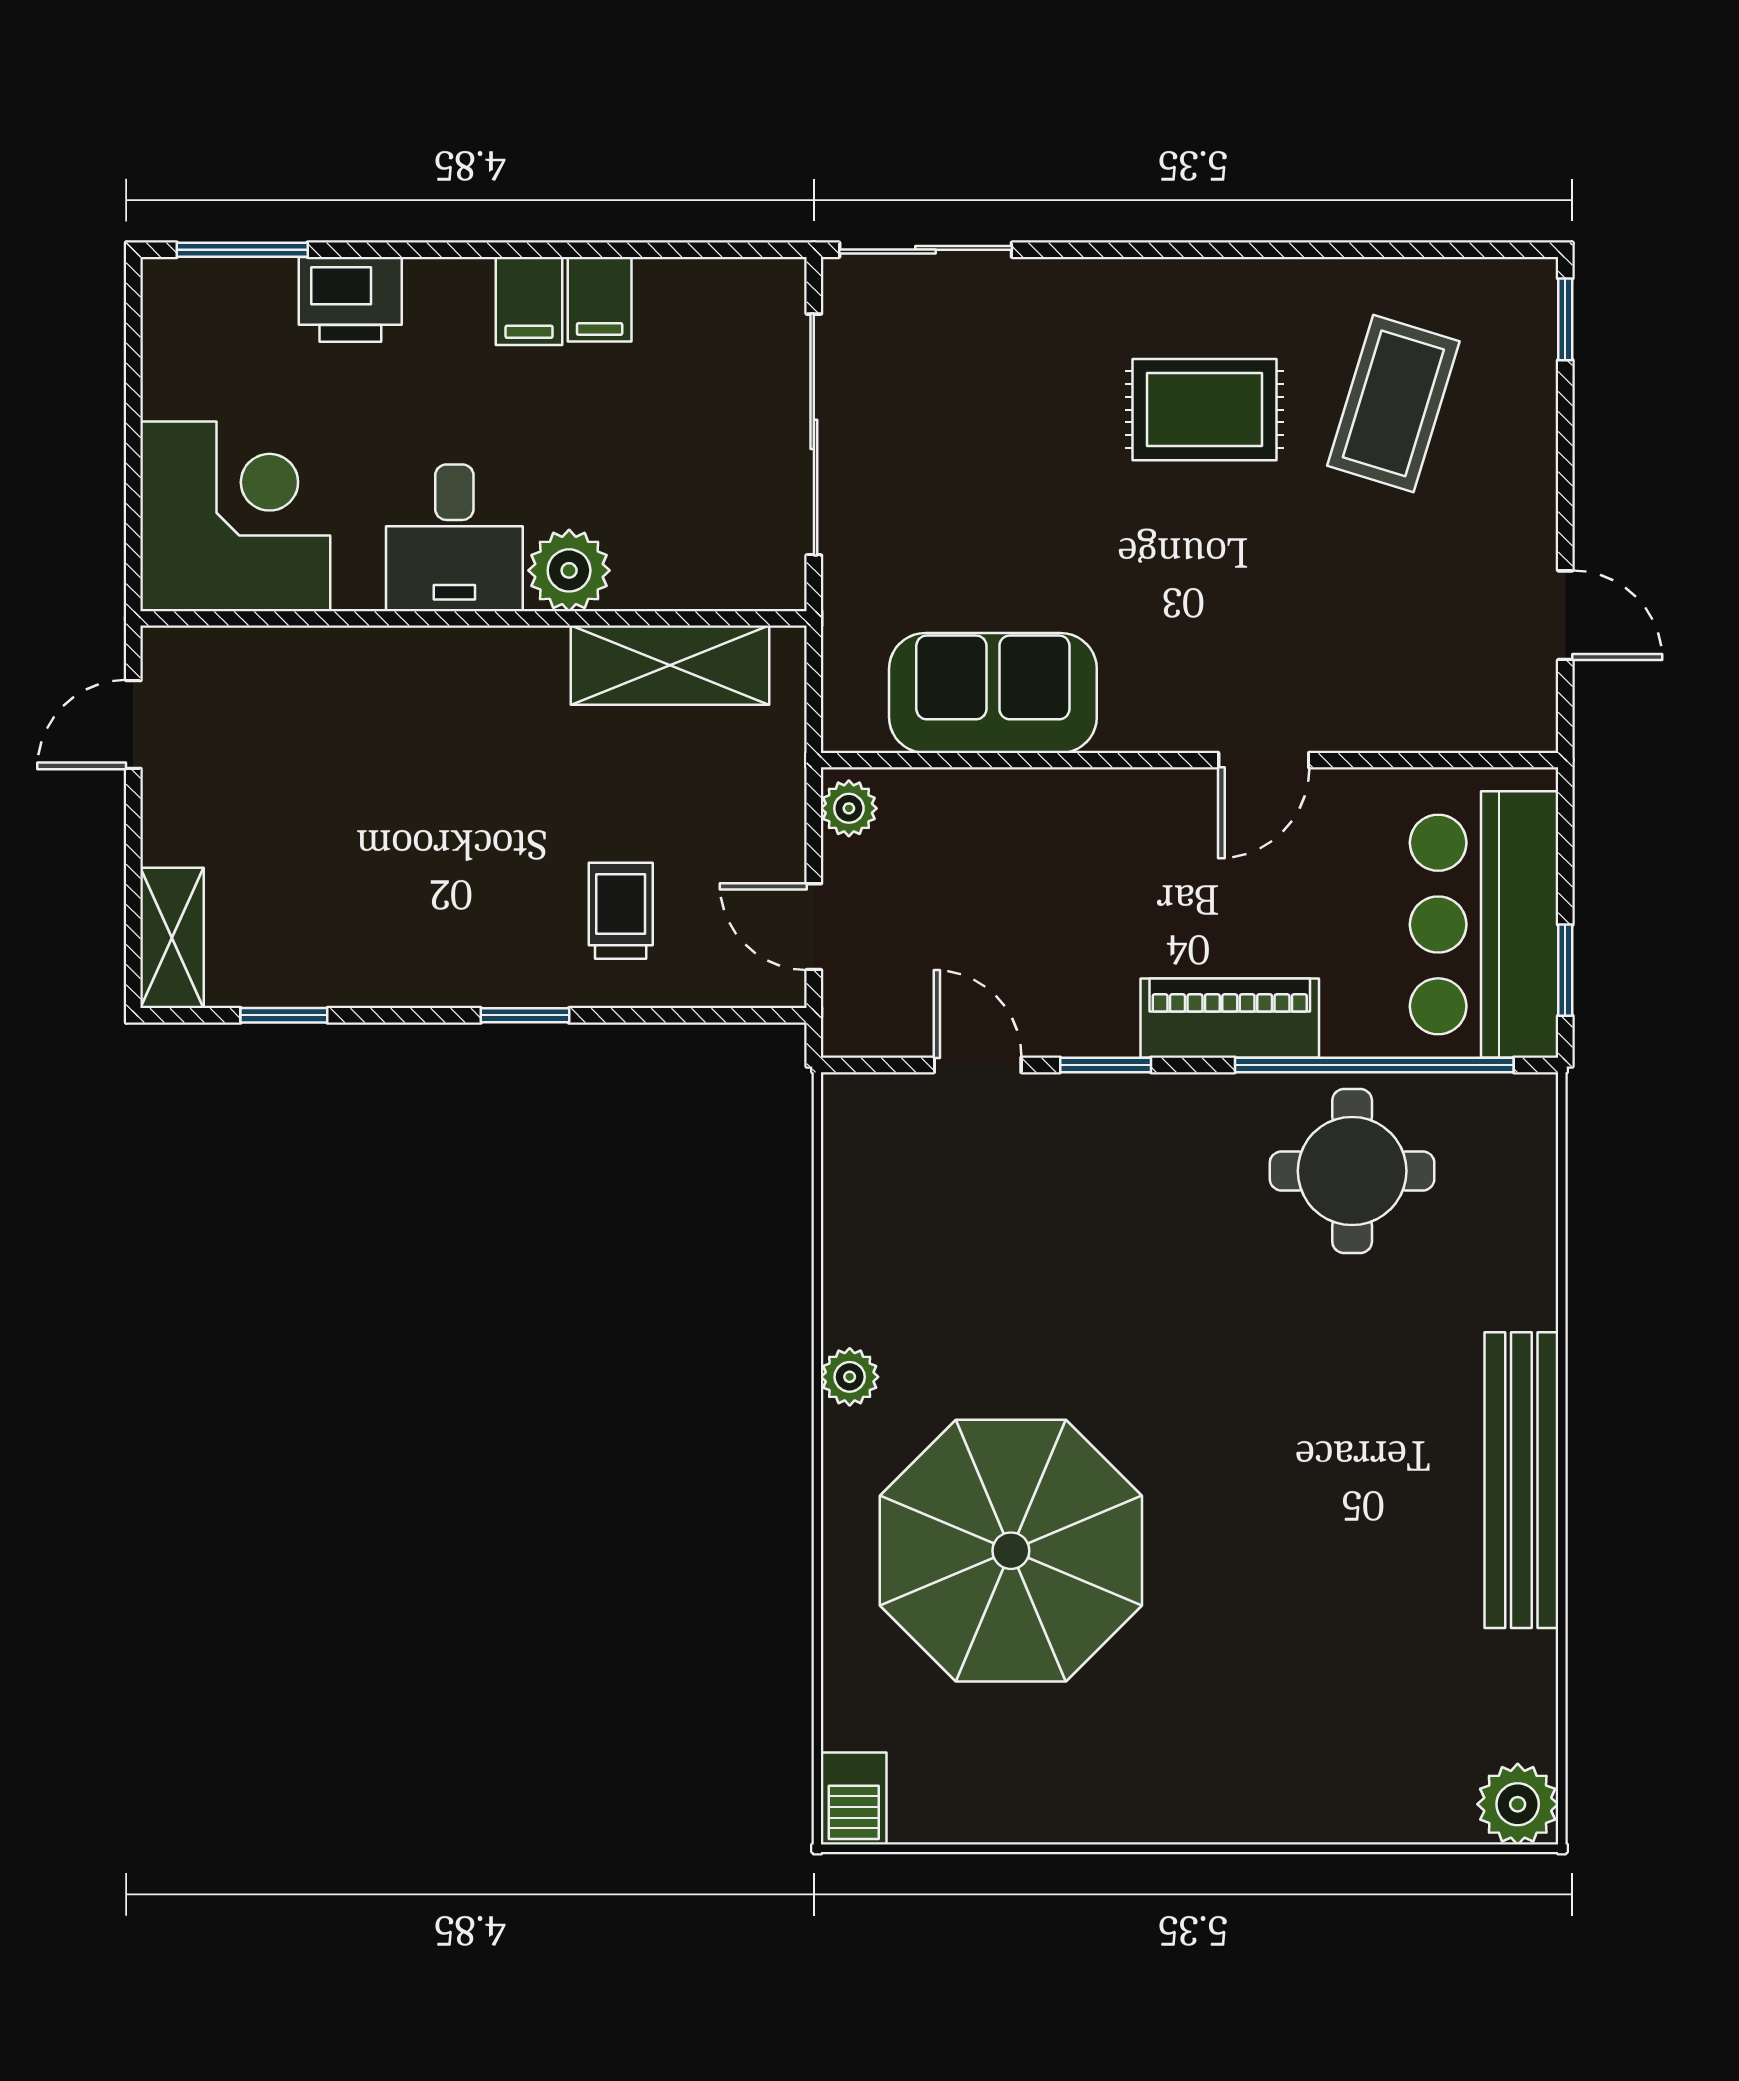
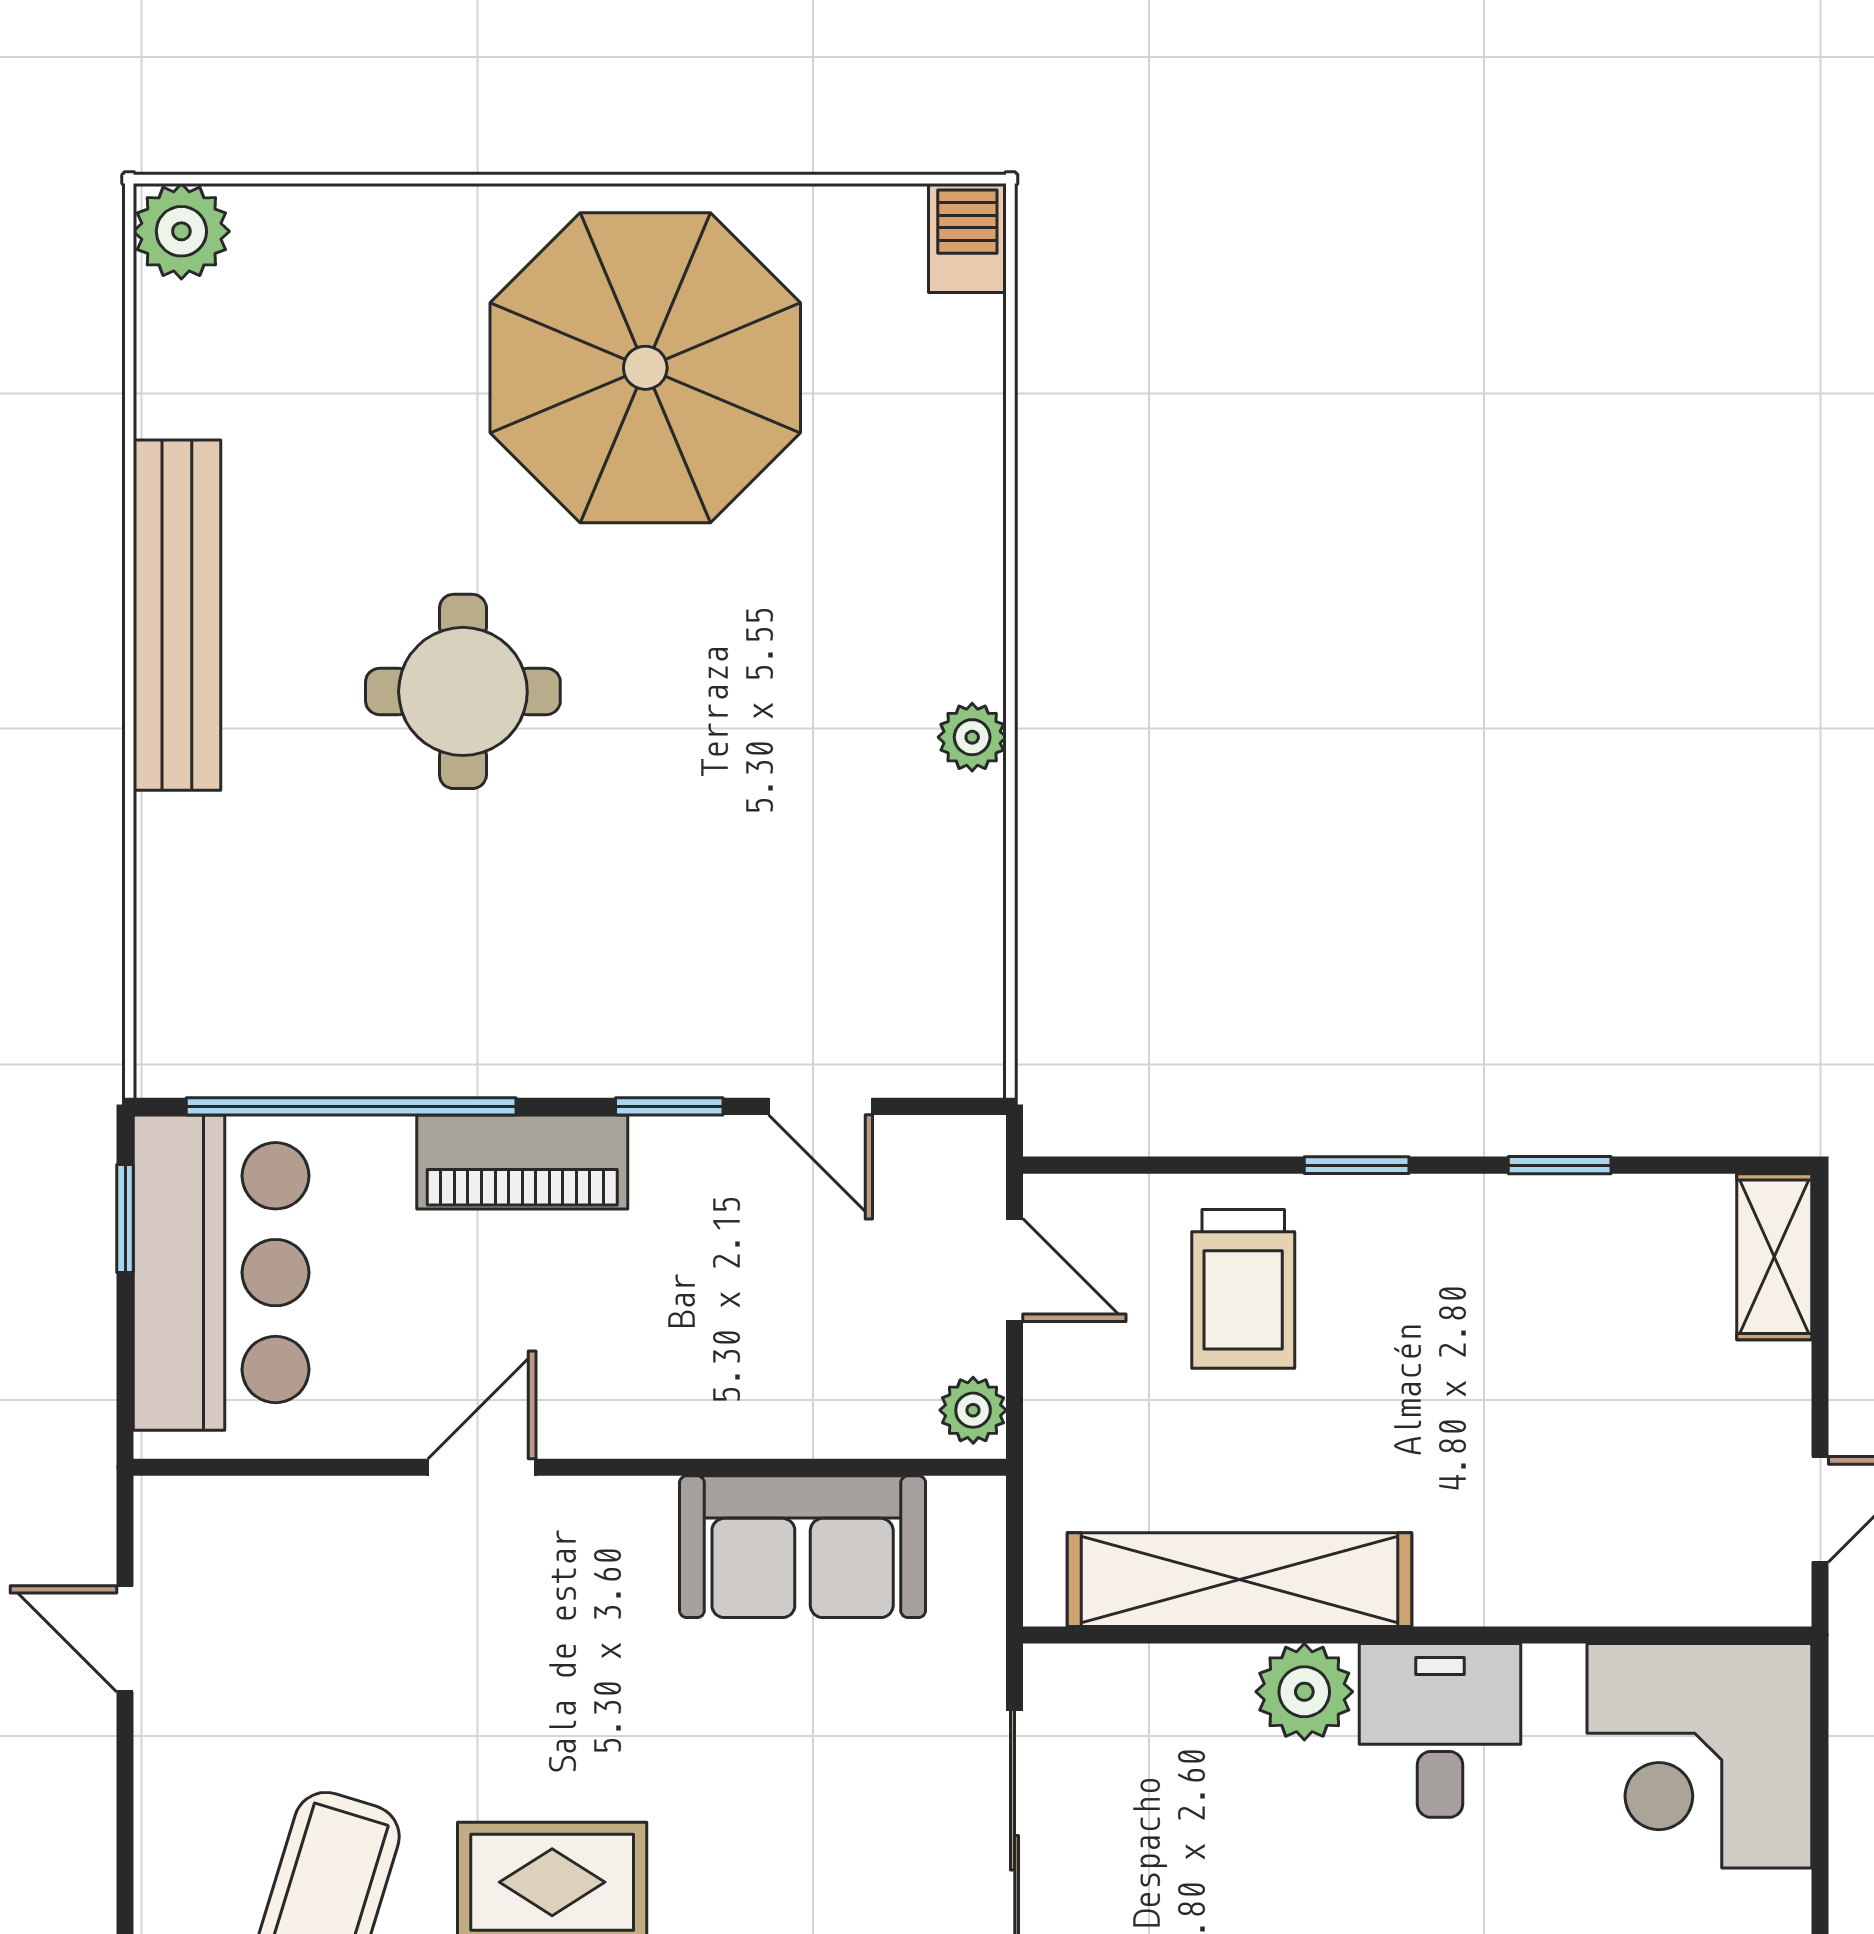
shelving: (670, 665) -> (1239, 1580), width x1.47
trolley: (621, 911) -> (1243, 1289), width x1.36, depth x1.39
window: (284, 1015) -> (1560, 1165), moved
round table: (1352, 1171) -> (463, 691), moved
parasol: (1011, 1551) -> (645, 368), moved

